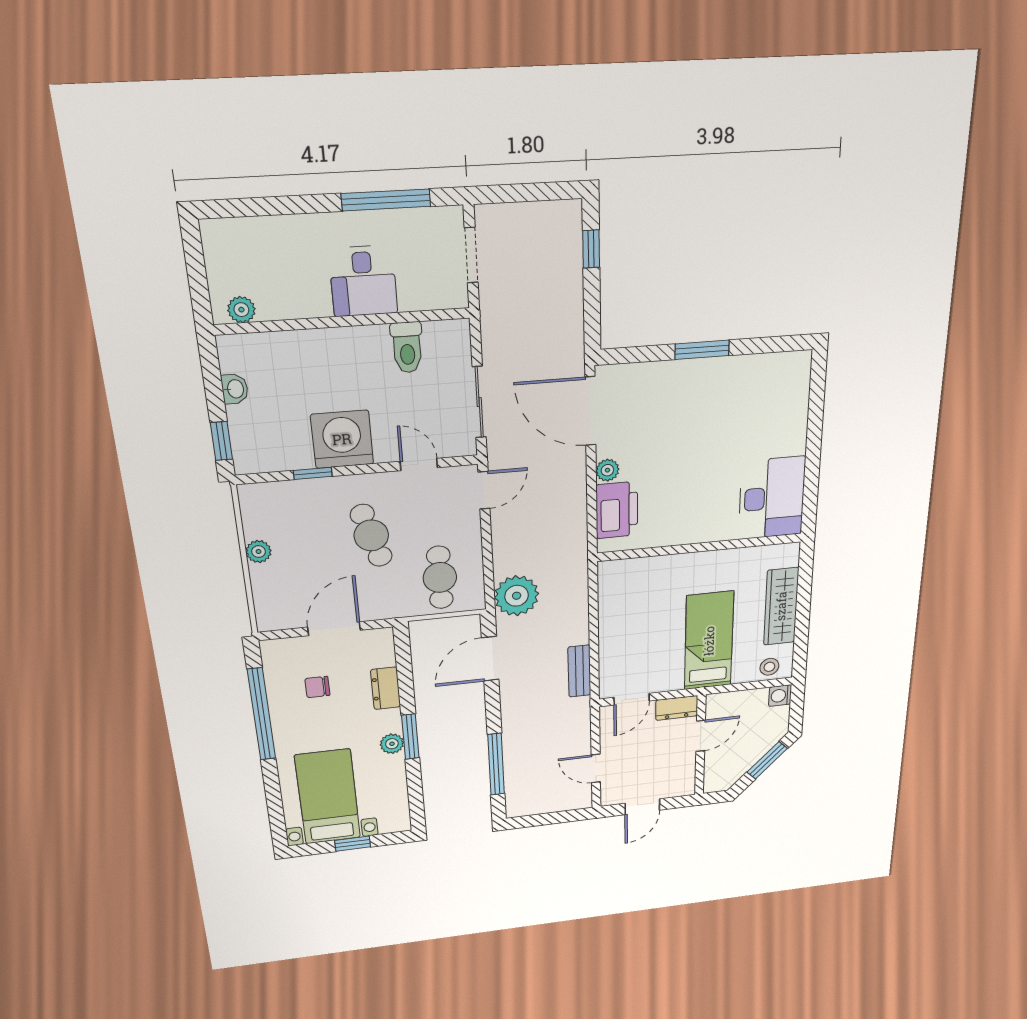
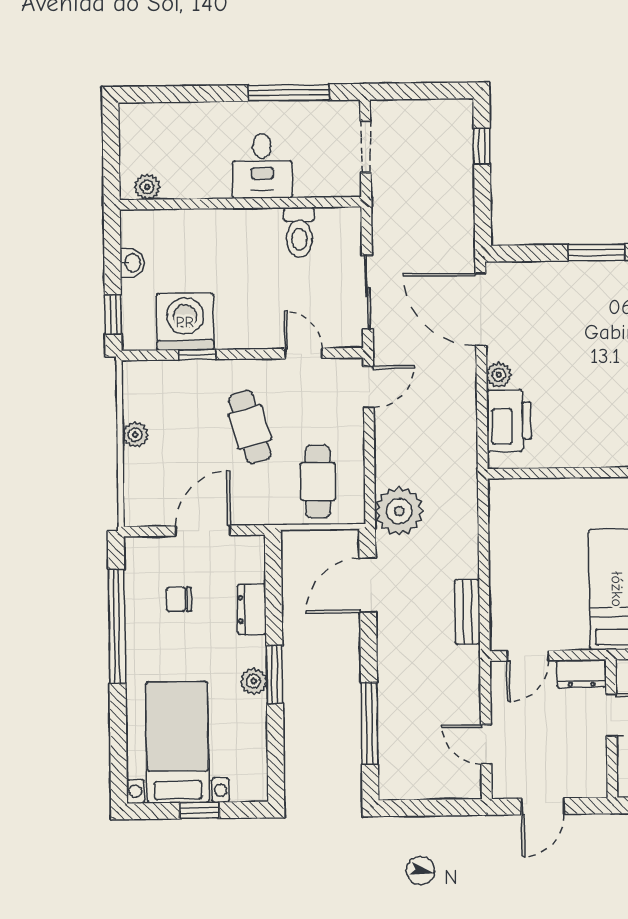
washing machine: (342, 439) -> (185, 322), moved

